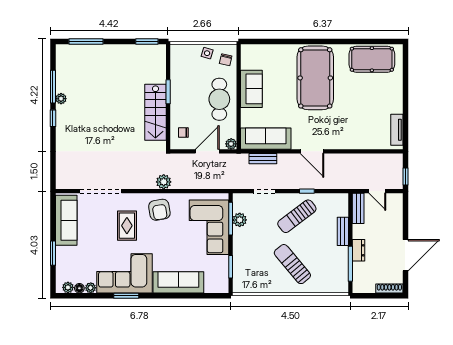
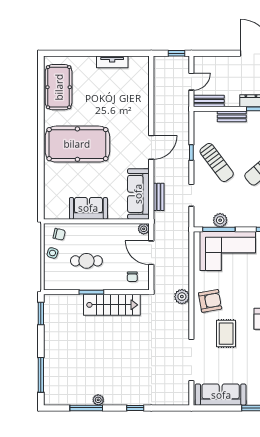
cafe table: (219, 99) -> (86, 261), moved, width x0.73, depth x0.74
window: (53, 118) -> (135, 408), moved
tv unit: (397, 130) -> (112, 62), moved
rug: (127, 226) -> (226, 334), turned 90

